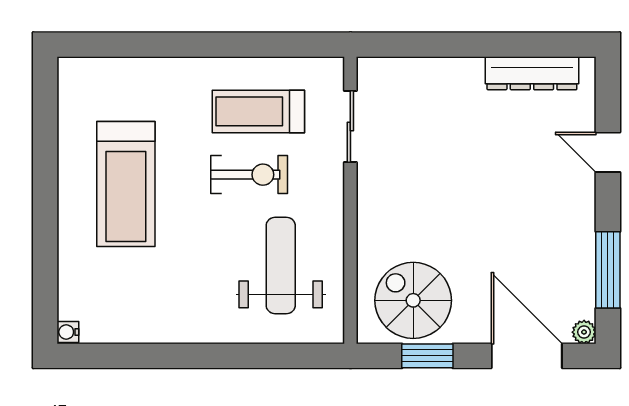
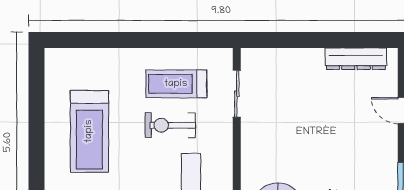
exercise bike: (249, 175) -> (170, 125), turned 180

